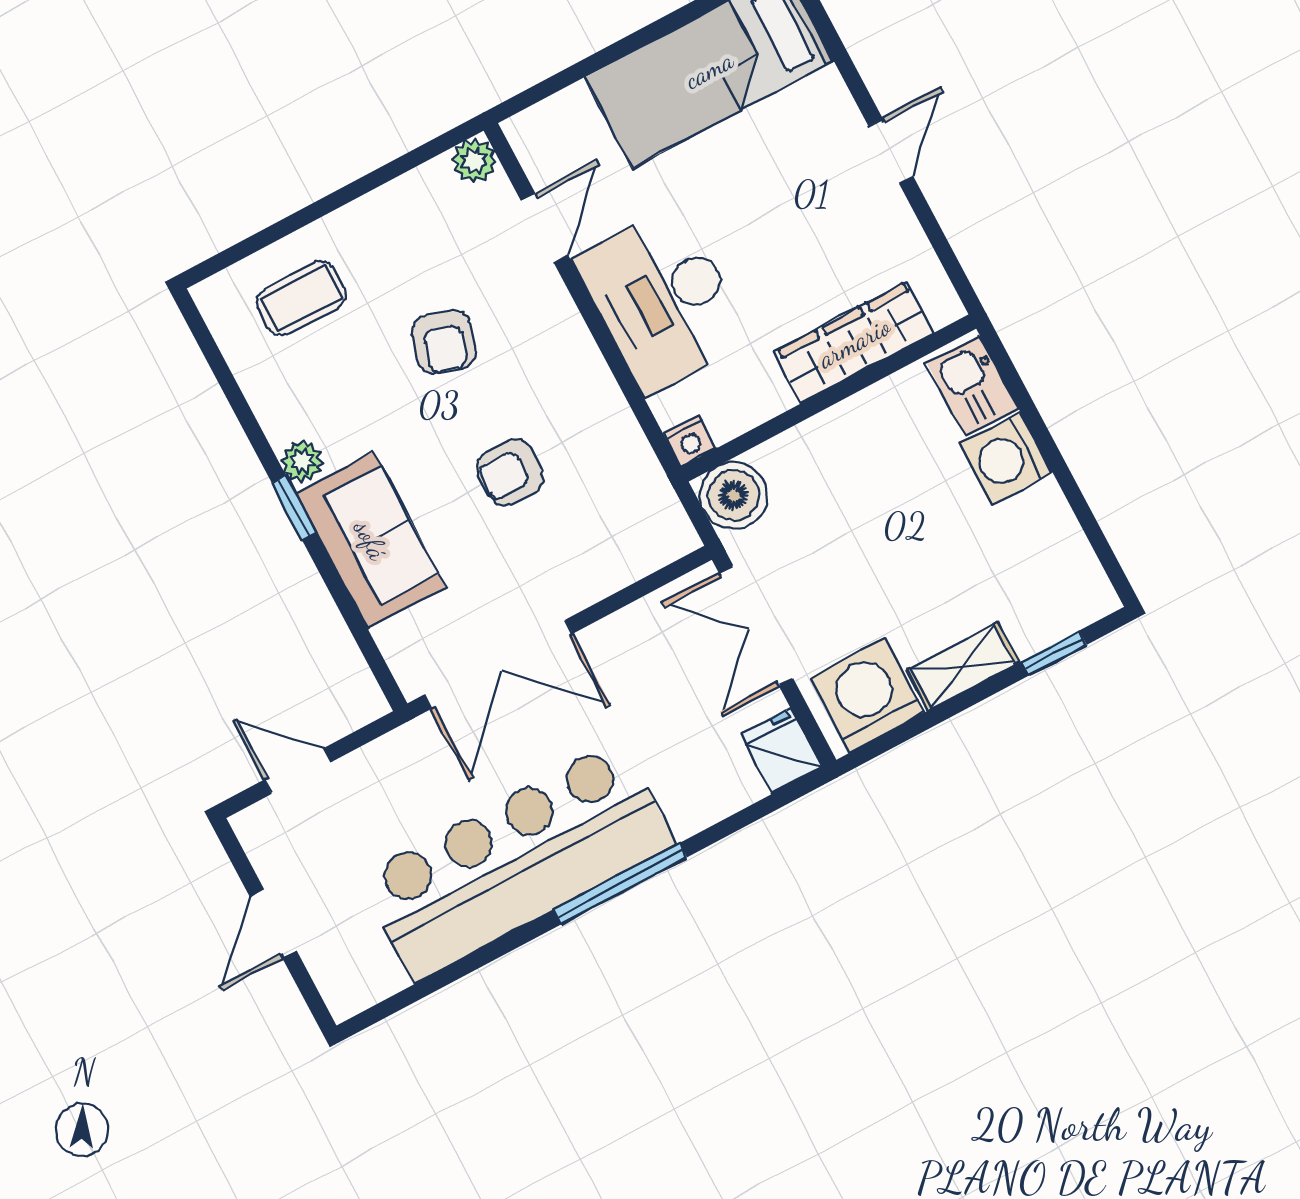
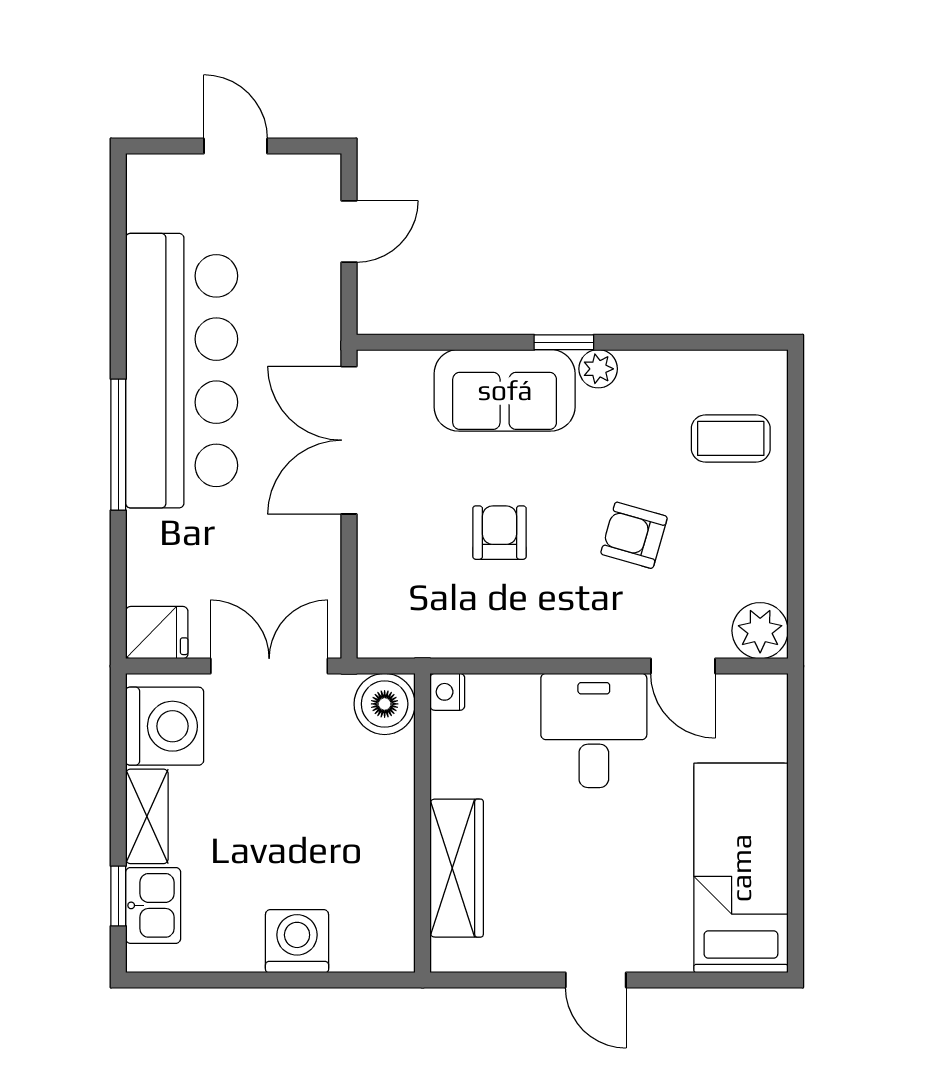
plant: (474, 161) -> (760, 631), width x1.38, depth x1.38
coffee table: (301, 298) -> (731, 438), turned 90
desk: (662, 300) -> (594, 730), width x0.73
kitchen sink: (973, 386) -> (153, 905), moved, turned 90

